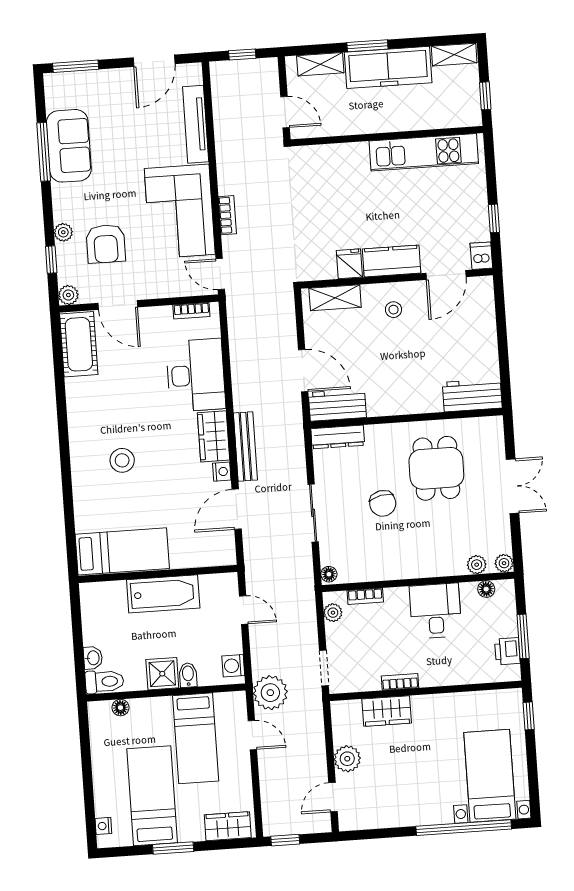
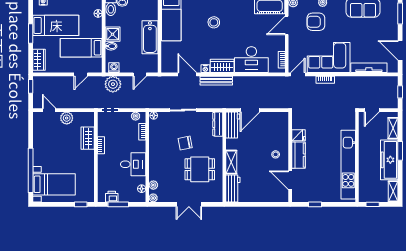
kitchen unit: (424, 152) -> (348, 165), width x1.36
dishwasher: (481, 256) -> (298, 197), removed
shelving: (335, 298) -> (231, 162), moved
plant: (270, 693) -> (113, 84), moved

